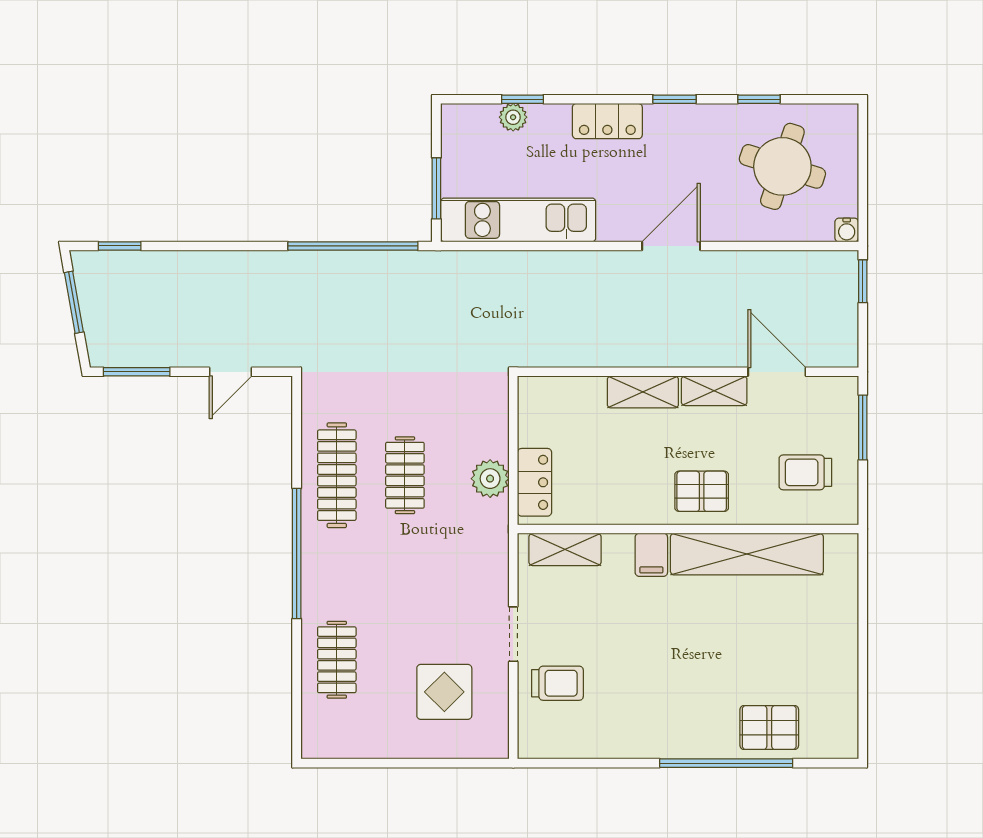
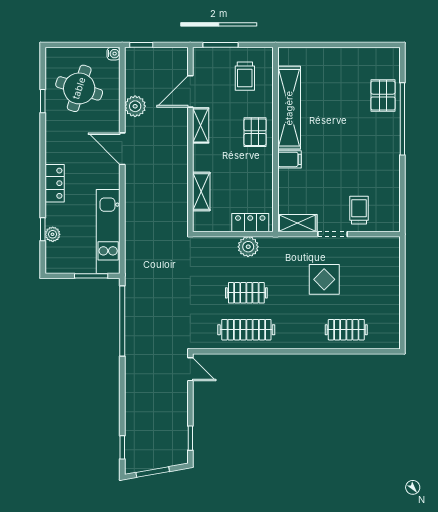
window: (675, 99) -> (43, 147), removed
plant: (749, 270) -> (135, 106), added
window: (137, 372) -> (190, 438), width x0.67
door: (231, 372) -> (190, 369), moved
shelving: (643, 392) -> (201, 192), moved
shelving: (565, 549) -> (297, 223), moved, turned 90
window: (297, 554) -> (289, 351), removed
display table: (444, 692) -> (324, 279), moved

